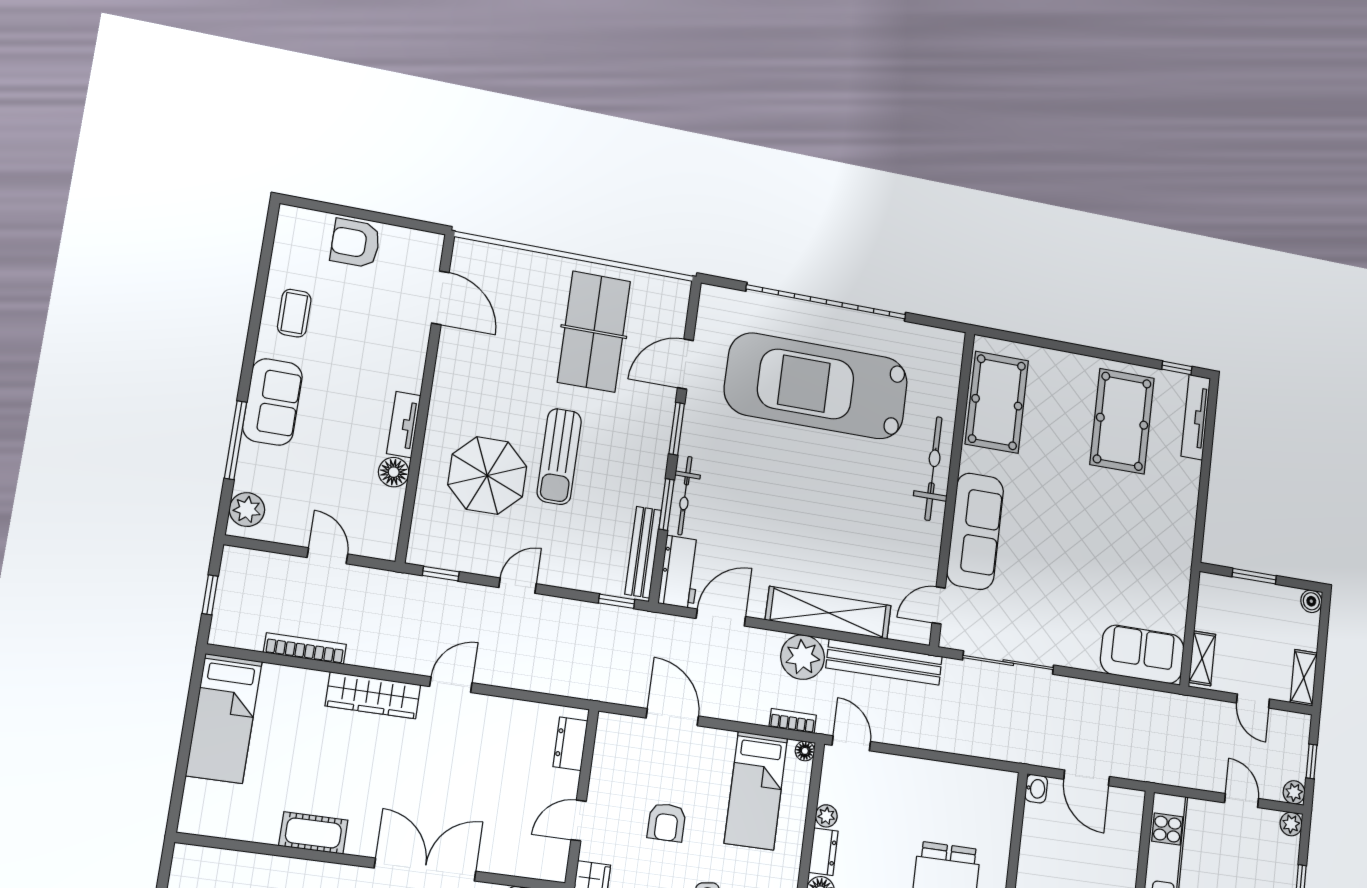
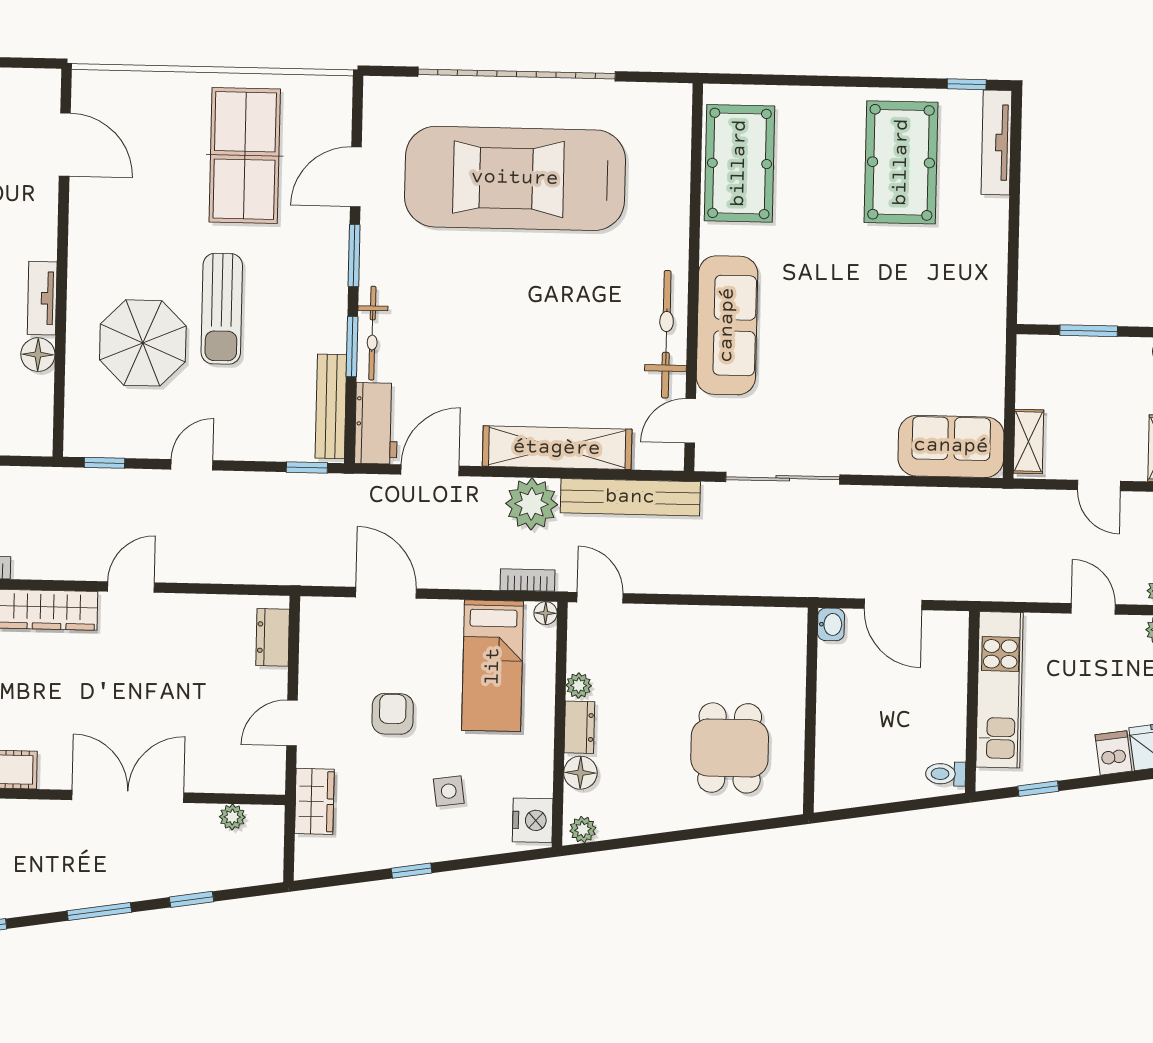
bicycle: (933, 469) -> (666, 334), moved
armchair: (667, 822) -> (393, 714), turned 180

